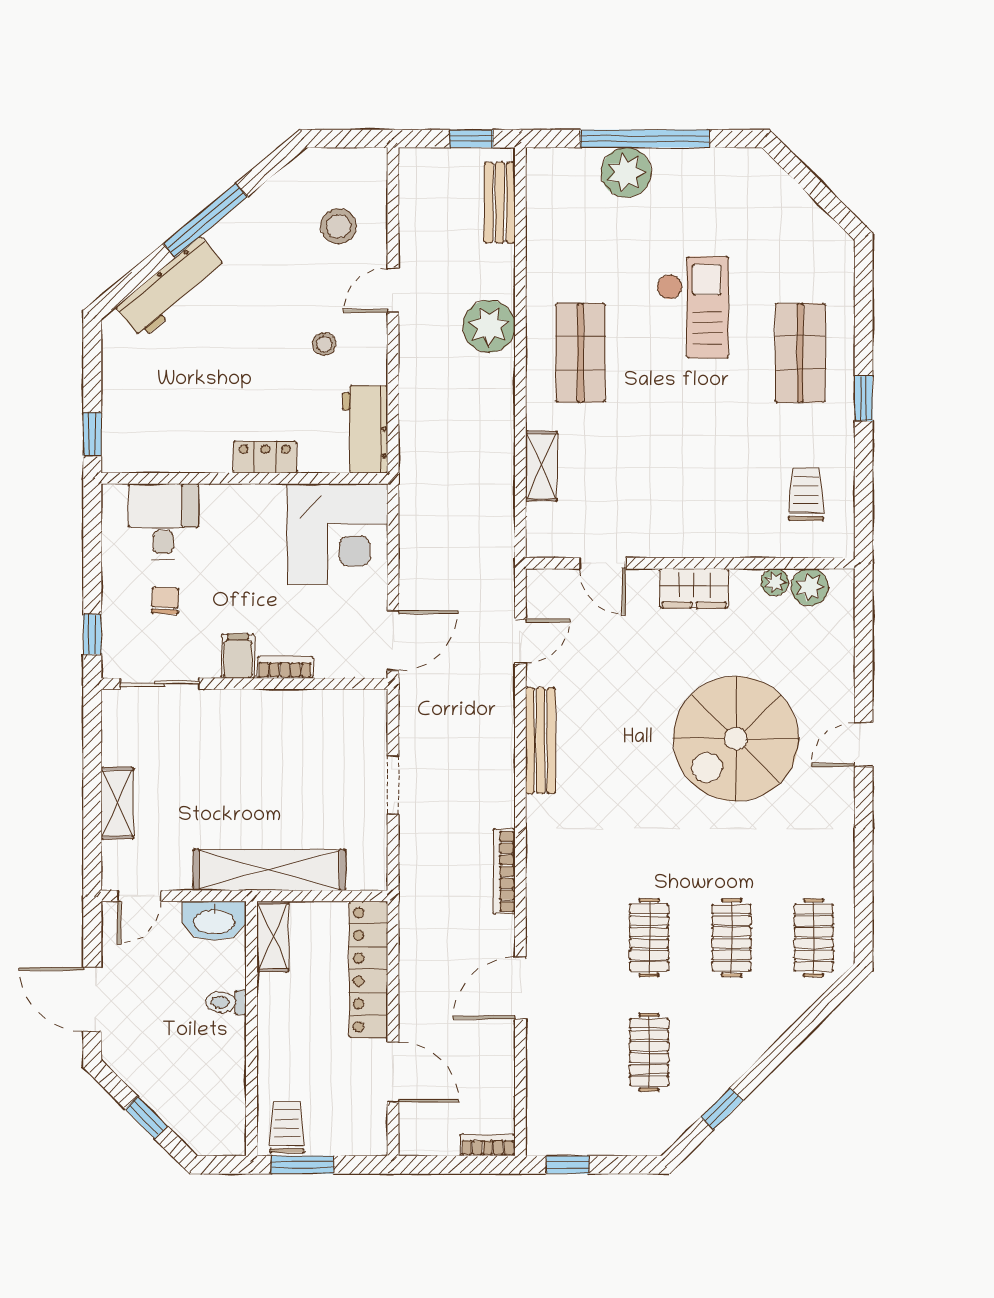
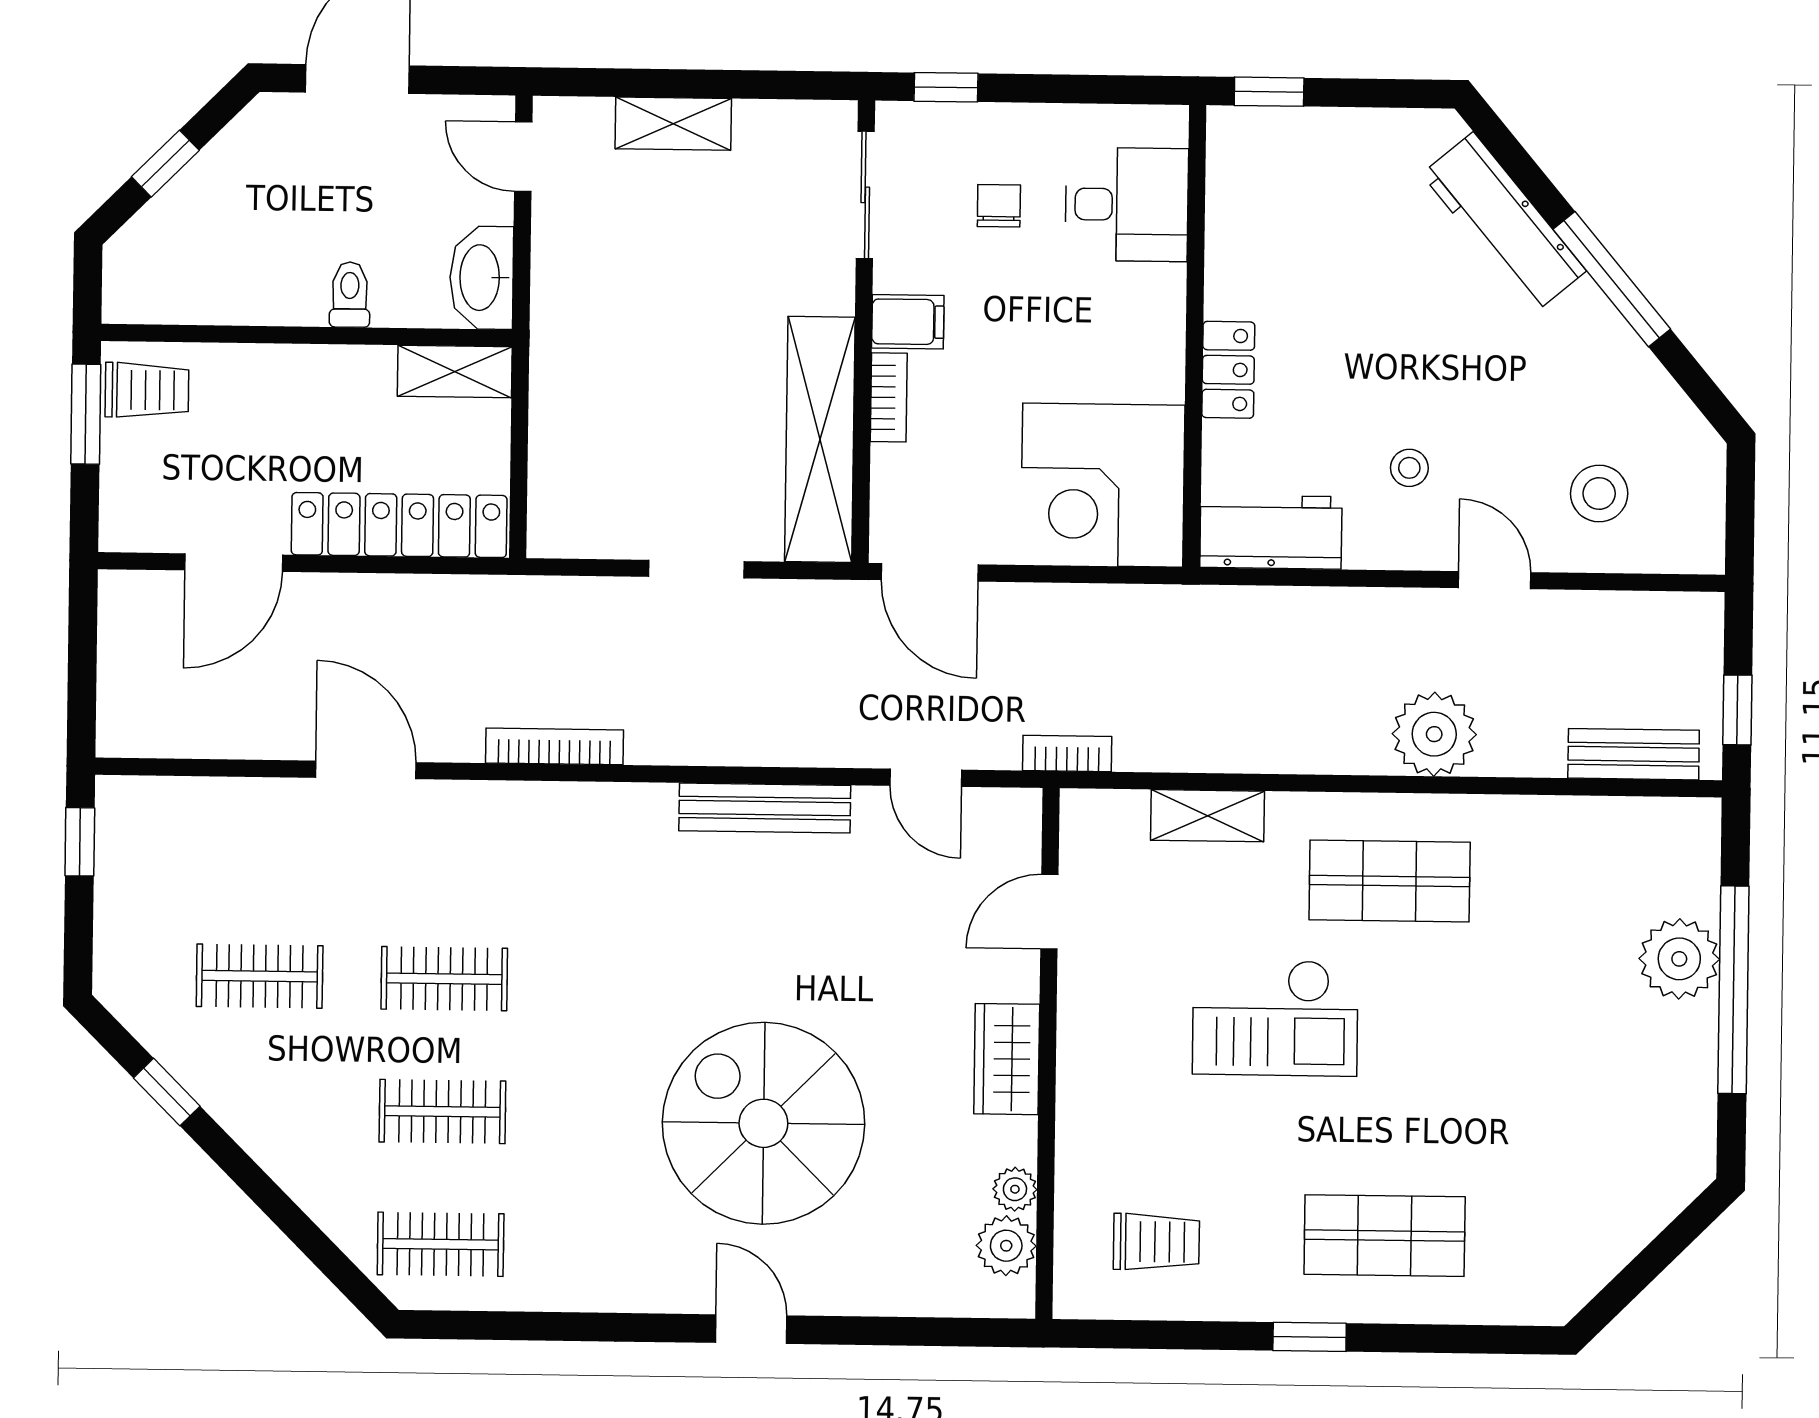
checkout: (692, 307) -> (1275, 1018), moved
chair: (165, 601) -> (999, 206), turned -93
shelving: (269, 870) -> (820, 439), moved
bookcase: (488, 1145) -> (1067, 754), moved, turned -90

